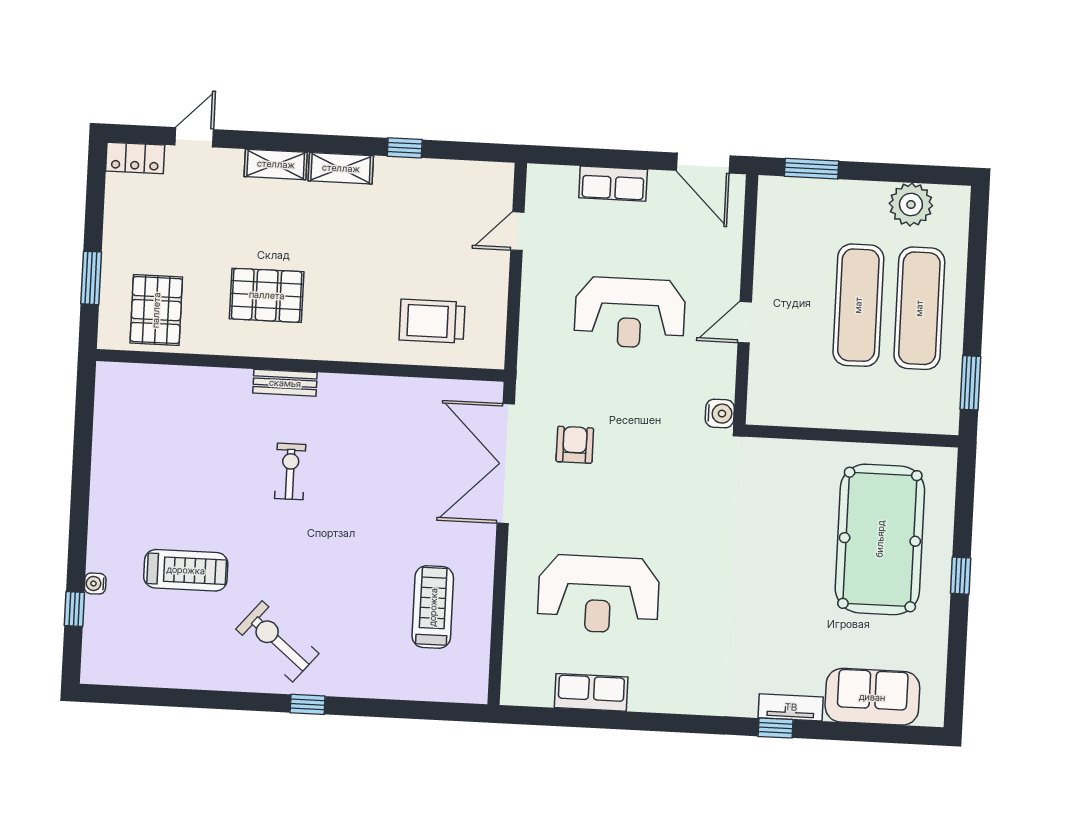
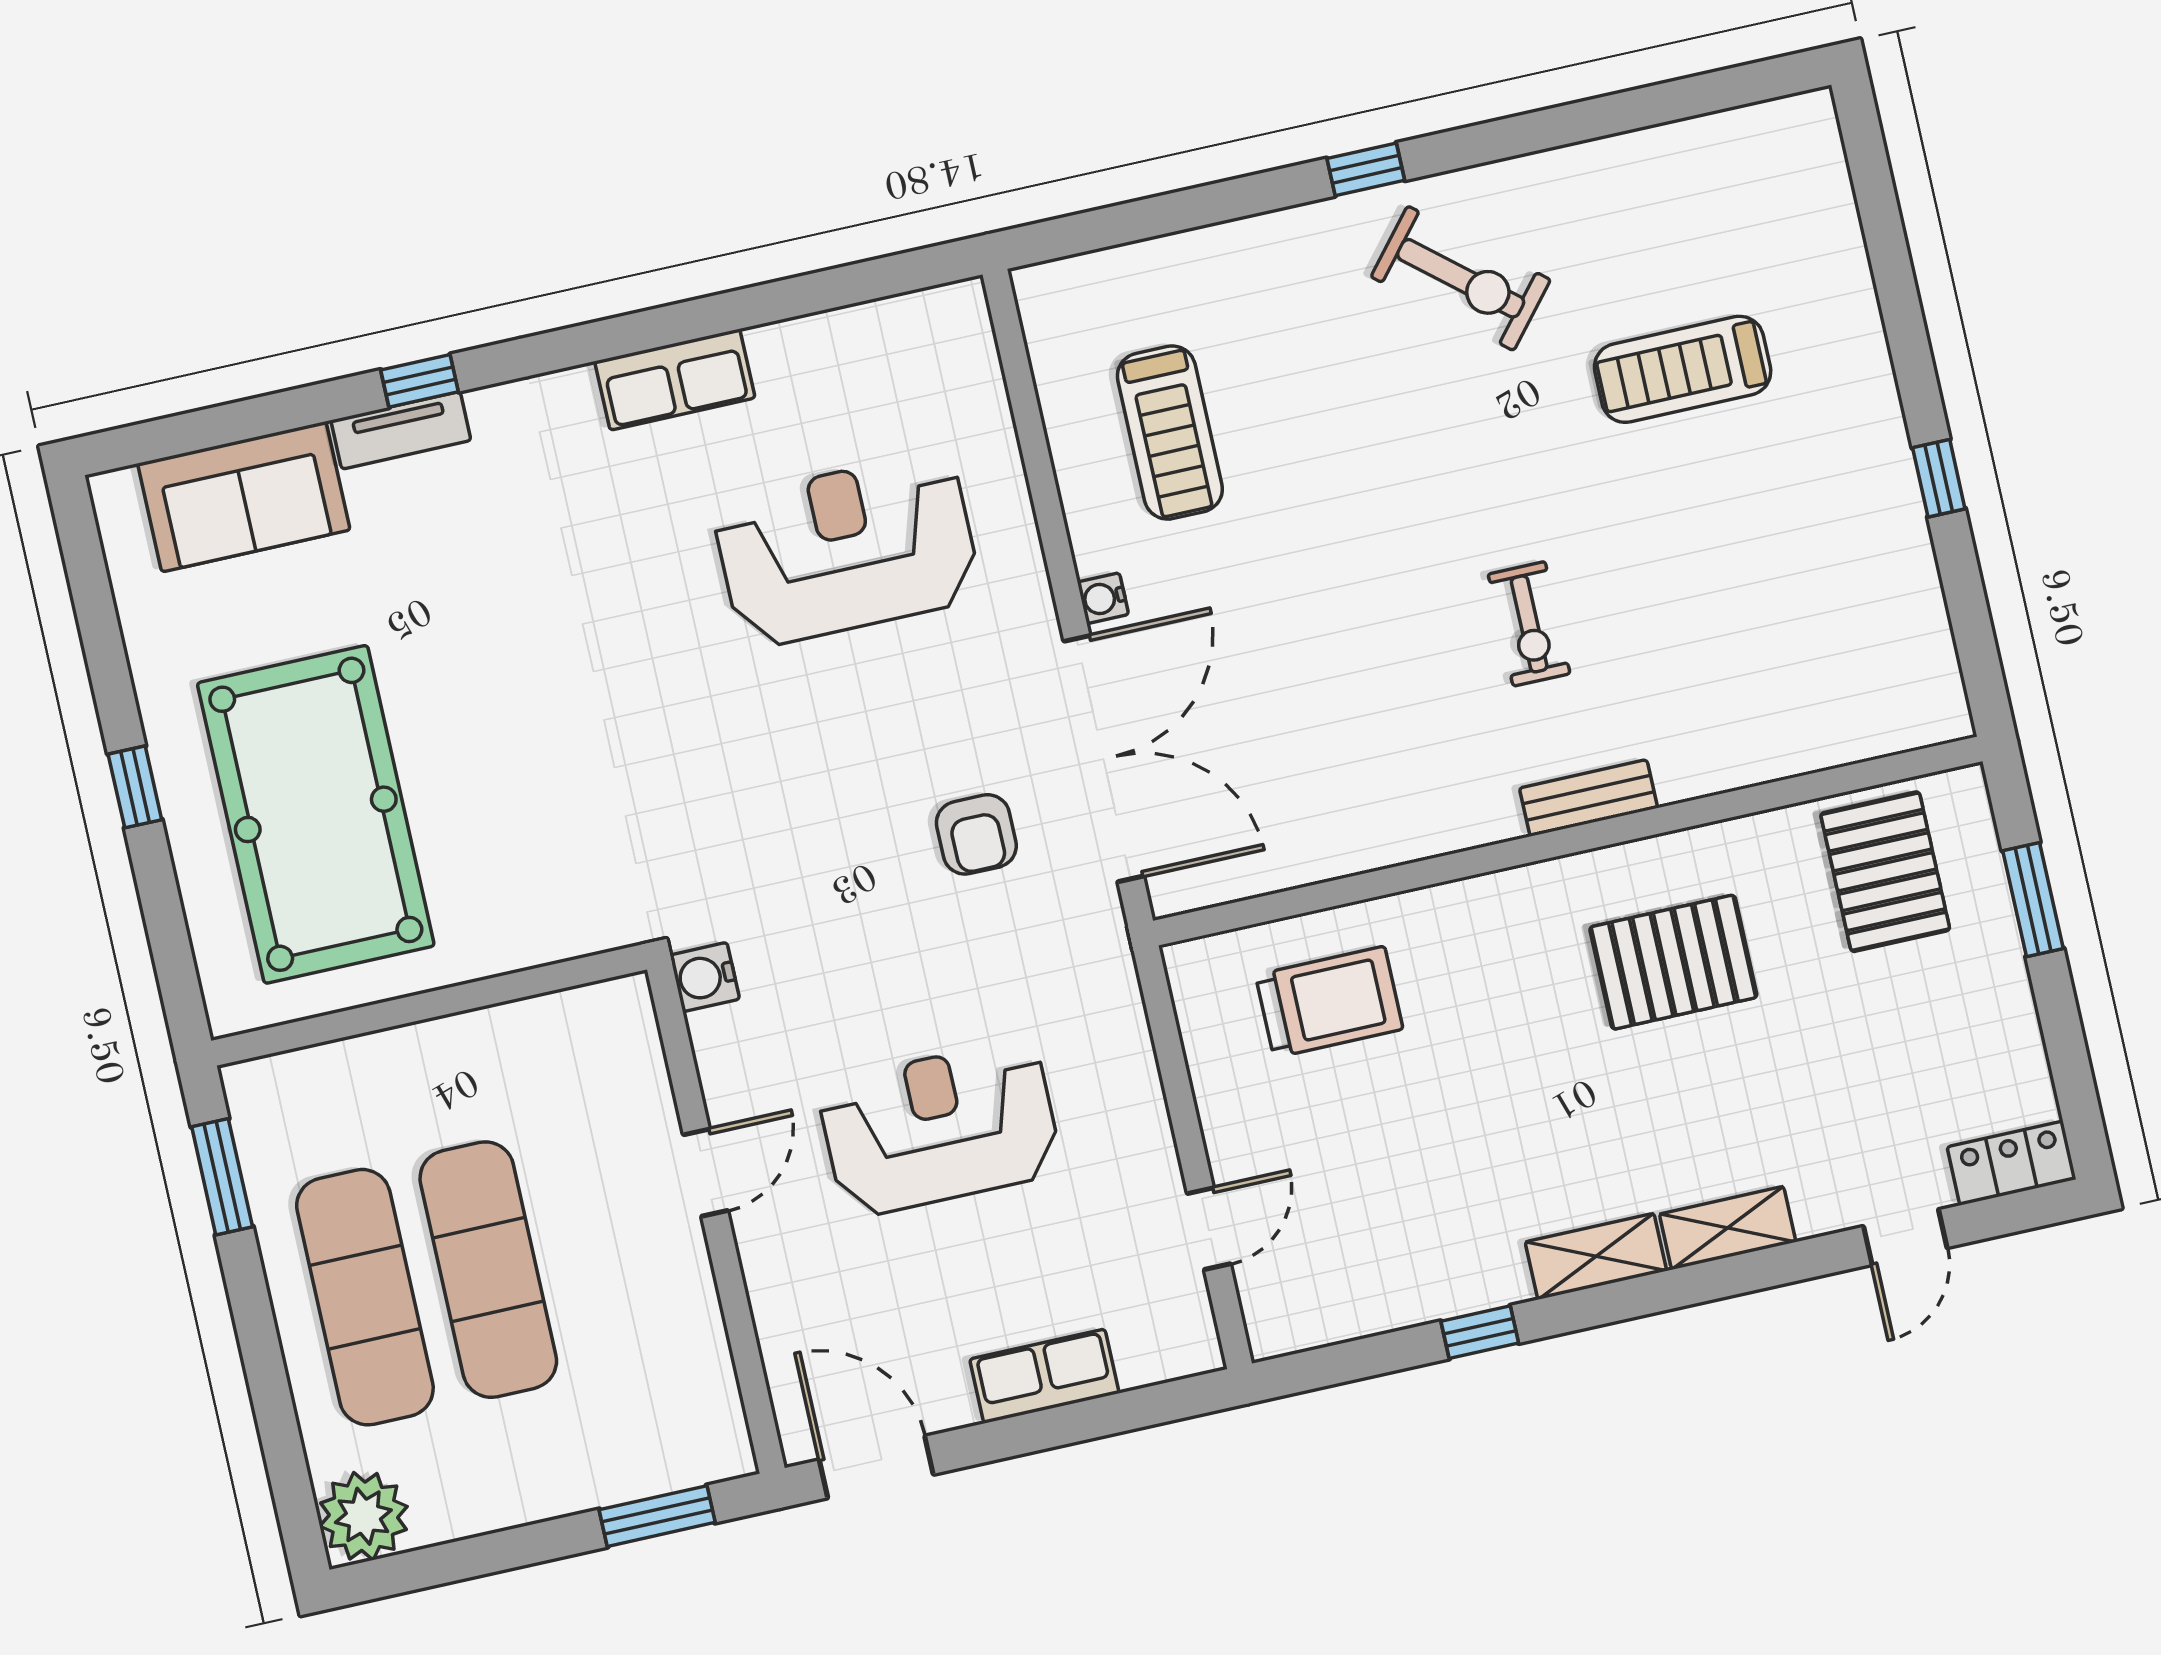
plant: (911, 204) -> (363, 1516), moved
water cooler: (95, 584) -> (1103, 598), moved, turned 180
window: (74, 609) -> (1939, 478), moved
row of seats: (591, 692) -> (675, 380), moved

